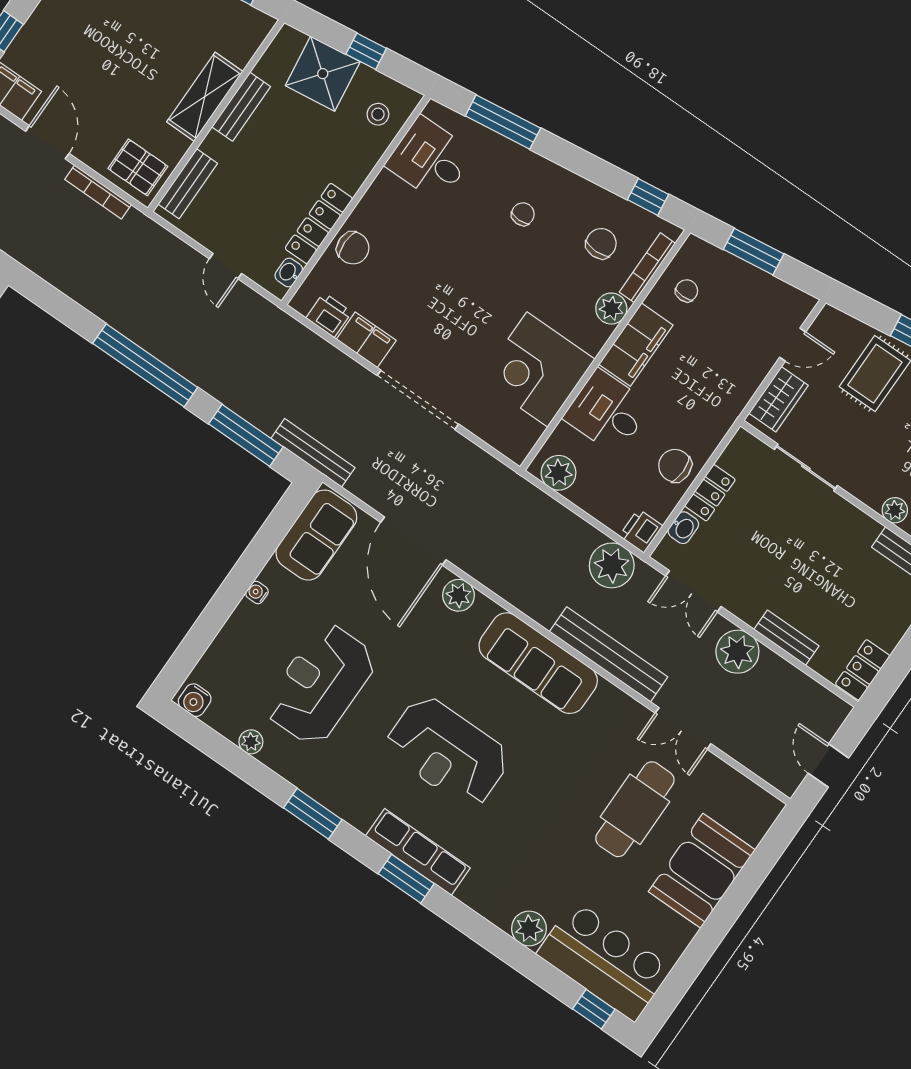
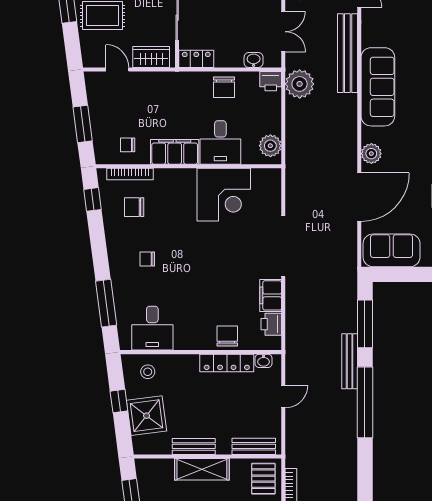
plant: (611, 309) -> (165, 178), removed
bench: (313, 453) -> (350, 361), moved
locker: (710, 493) -> (196, 59), moved

